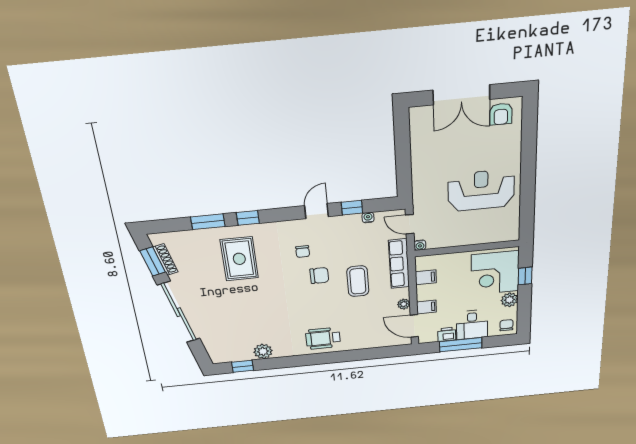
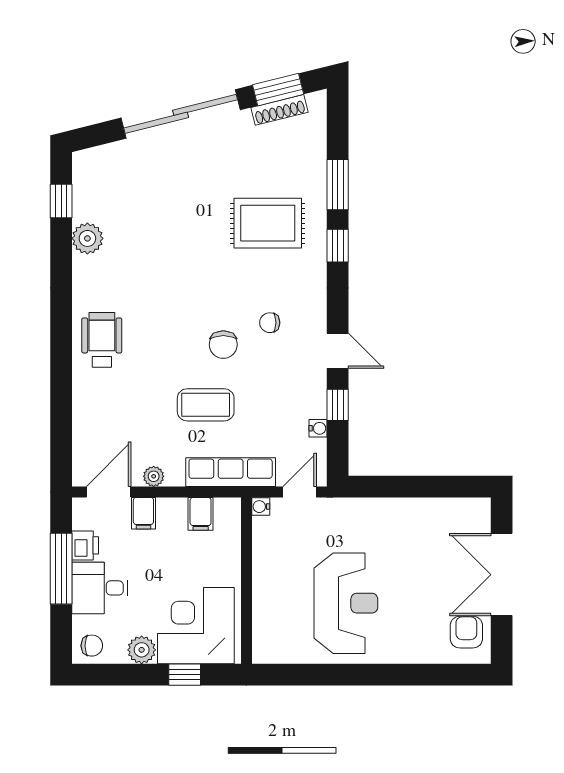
armchair: (501, 114) -> (466, 632), turned 90

